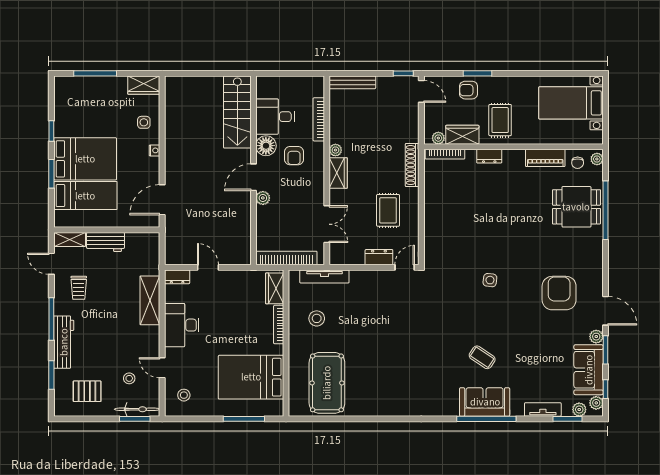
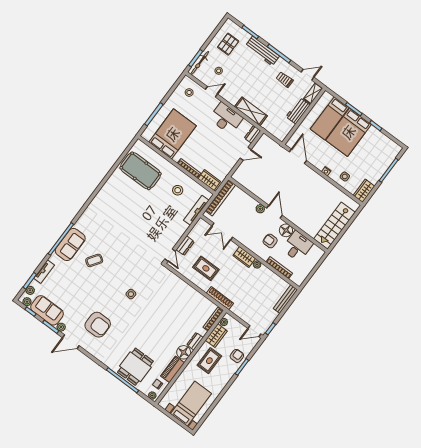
stairs: (237, 112) -> (334, 226), moved, turned -90
rug: (500, 120) -> (209, 361), turned 90
floor lamp: (514, 160) -> (184, 352), added

